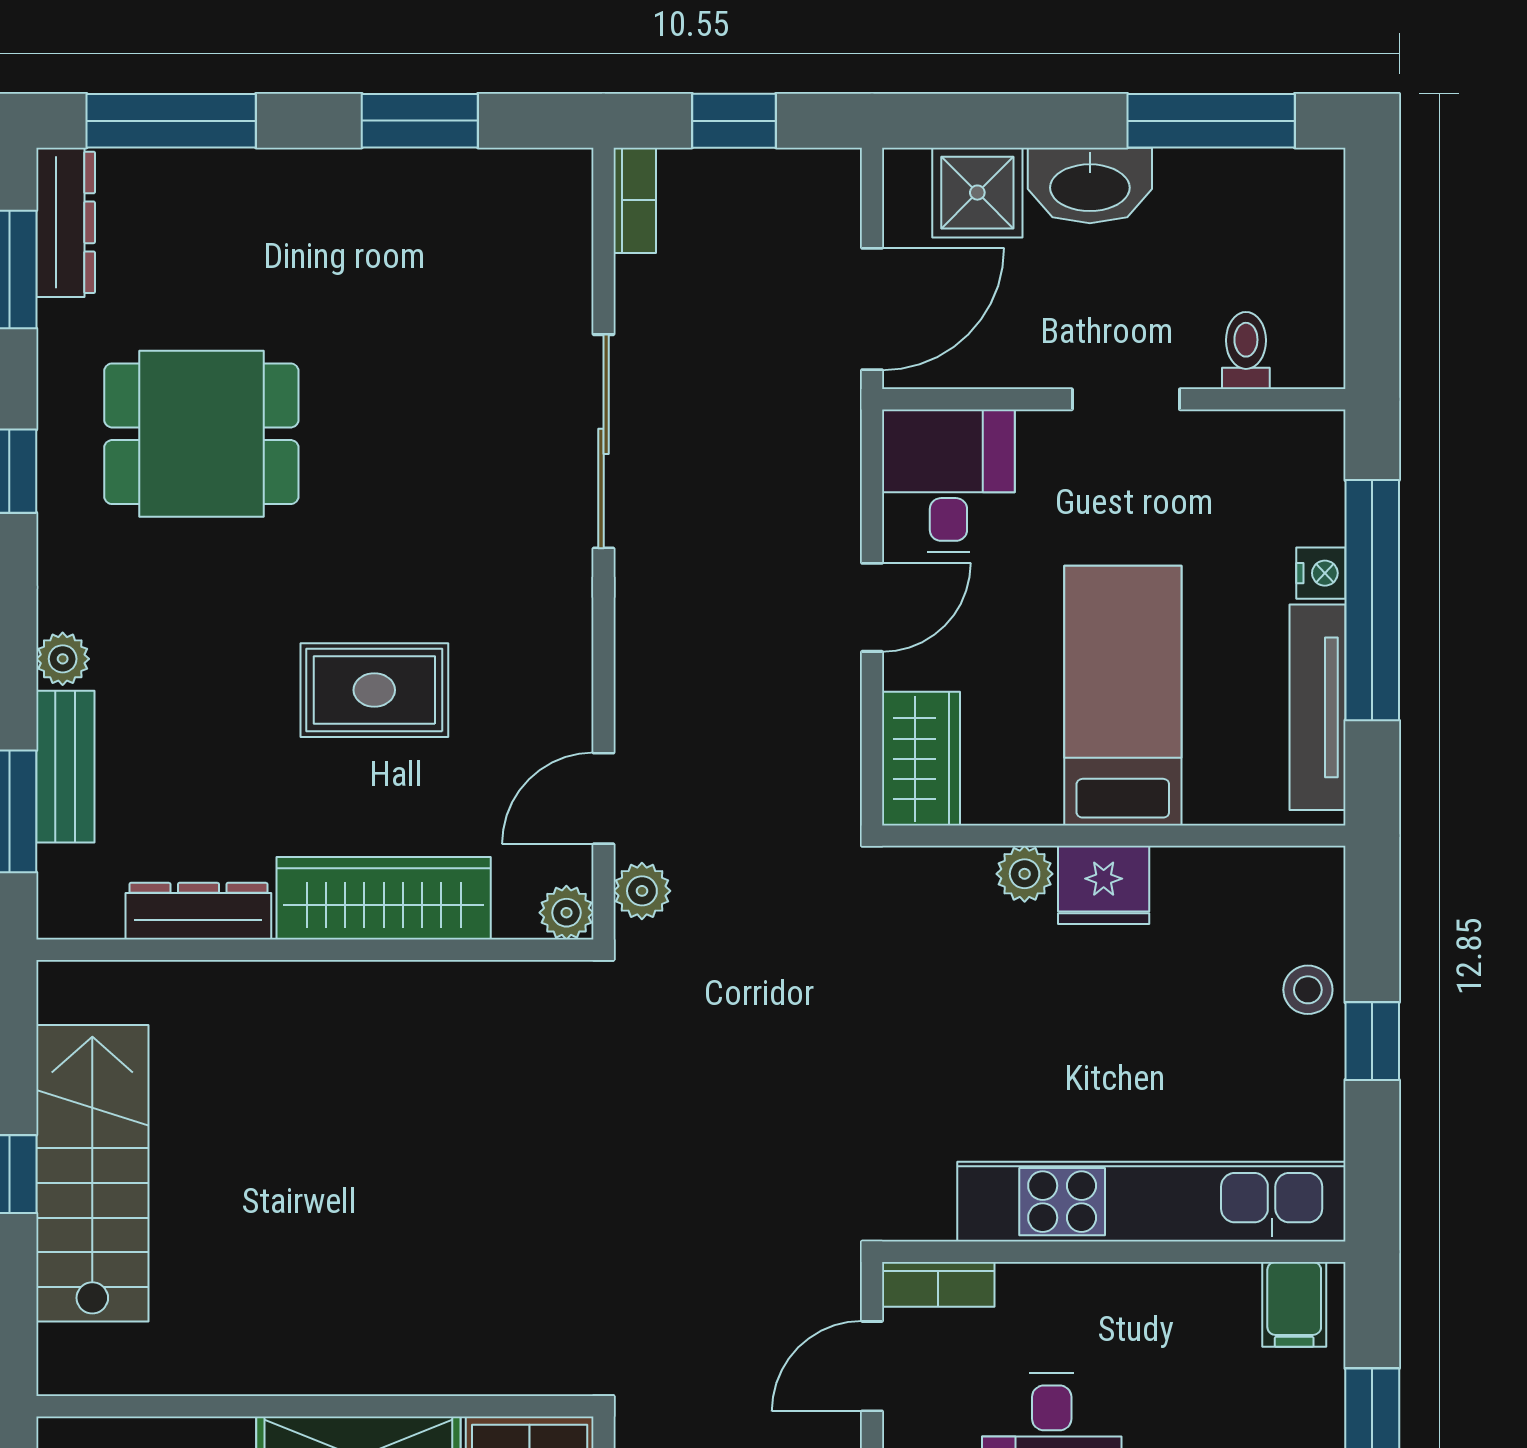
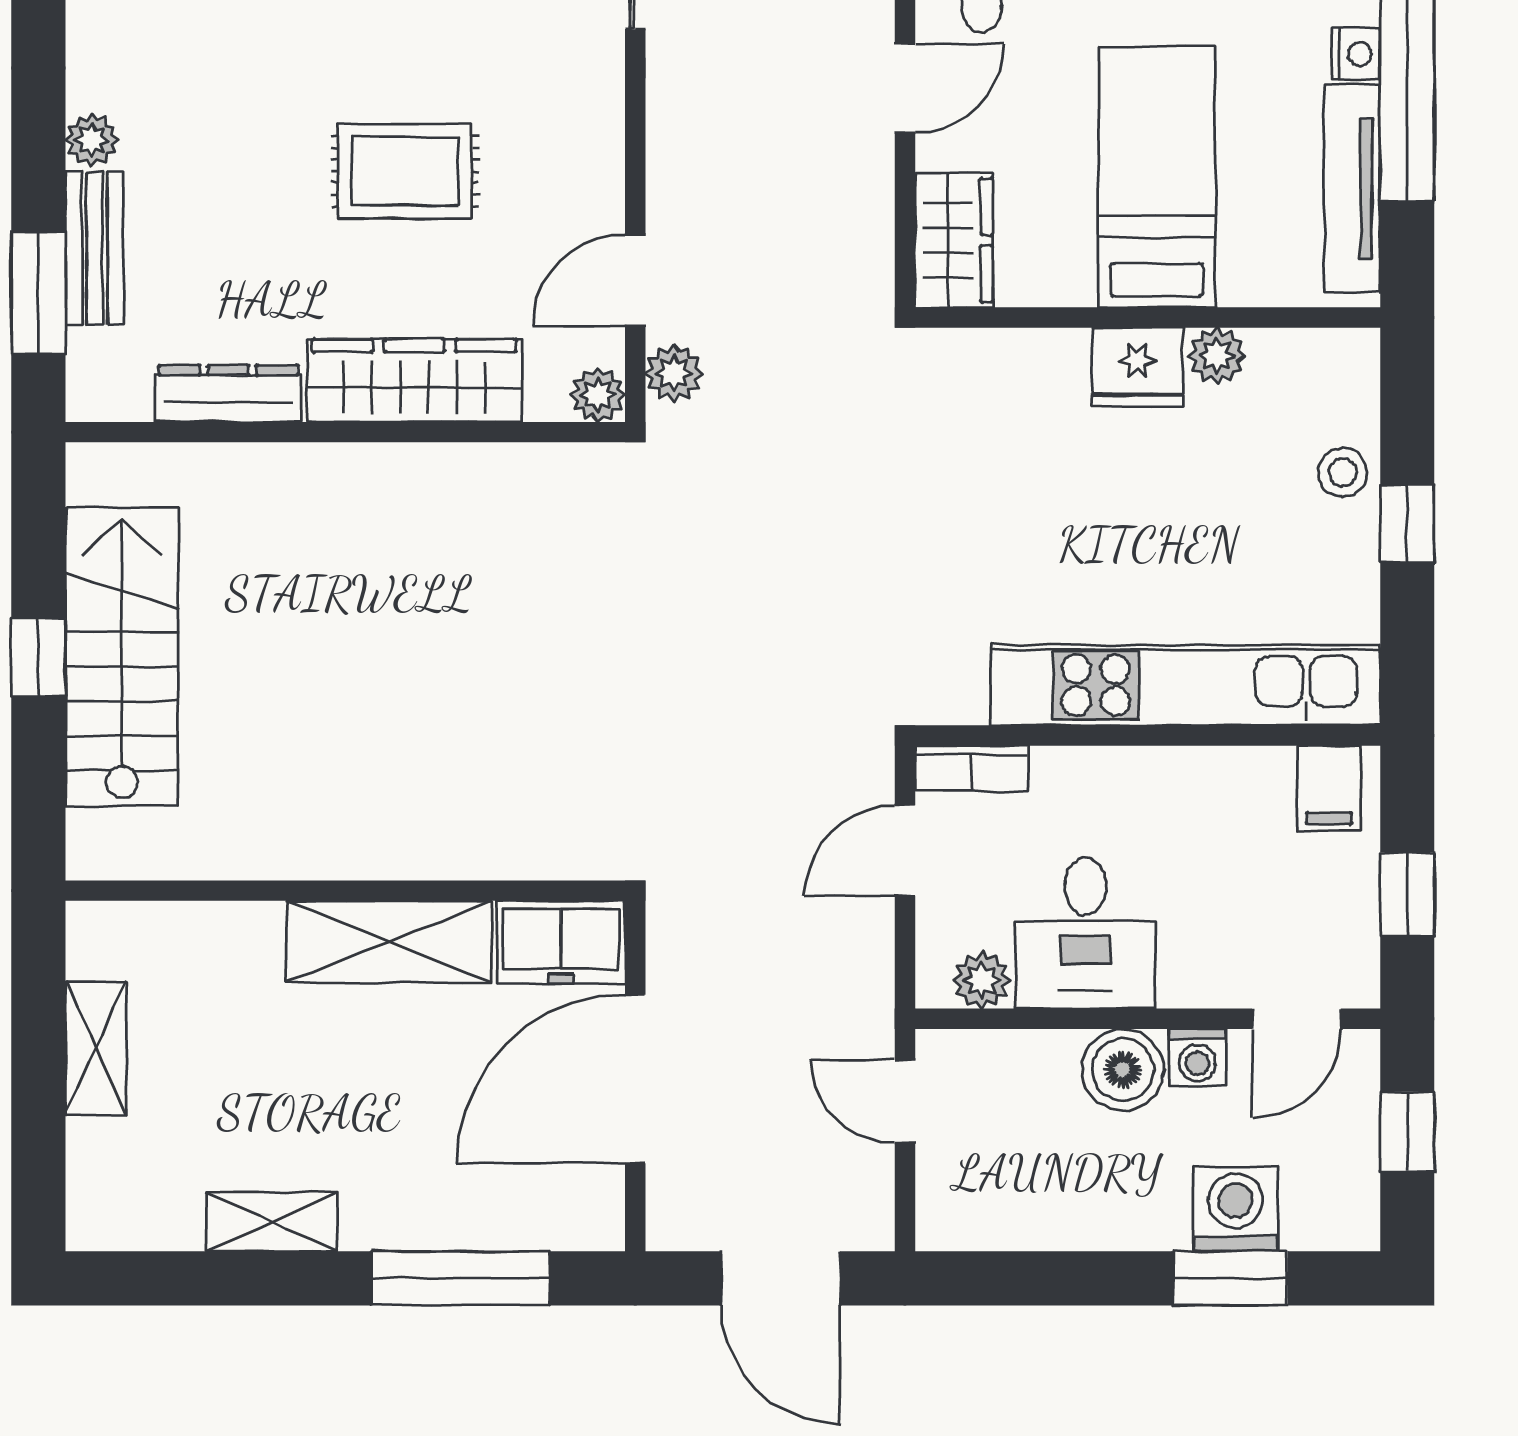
plant: (1025, 874) -> (1217, 356), moved

